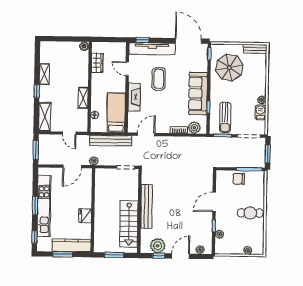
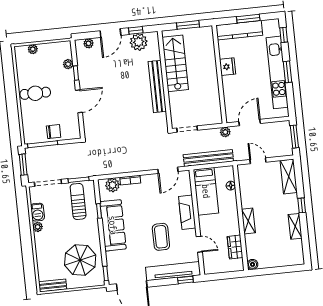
shelving: (83, 98) -> (248, 221), moved

